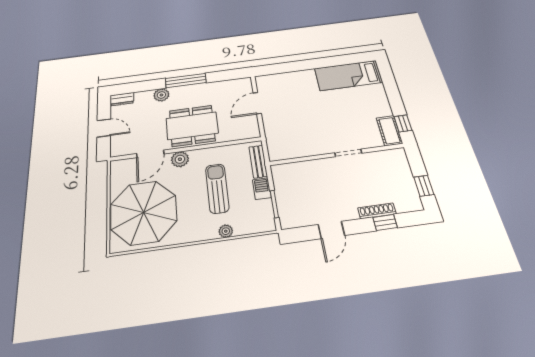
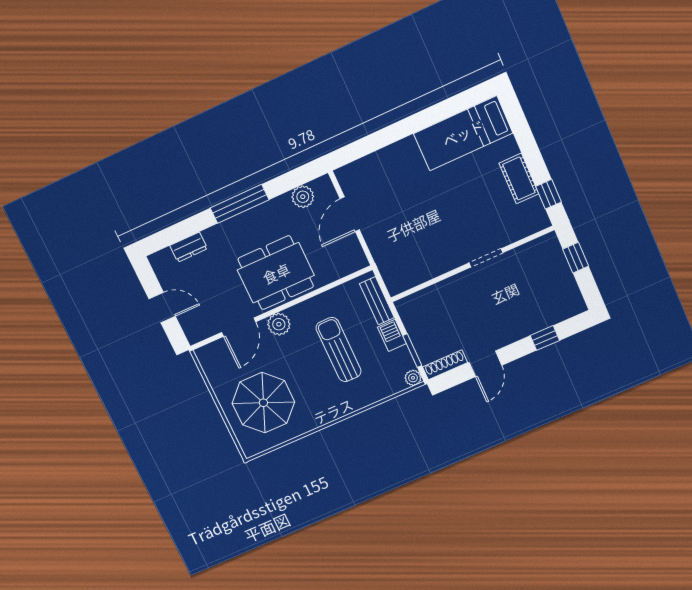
plant: (161, 95) -> (303, 197), moved
dresser: (122, 99) -> (189, 247), moved
cot: (389, 131) -> (519, 178), moved
window: (424, 186) -> (576, 258), moved
shoe rack: (377, 211) -> (445, 365), moved
parasol: (144, 212) -> (263, 403), width x0.73, depth x0.73
plant: (226, 231) -> (413, 378), moved

